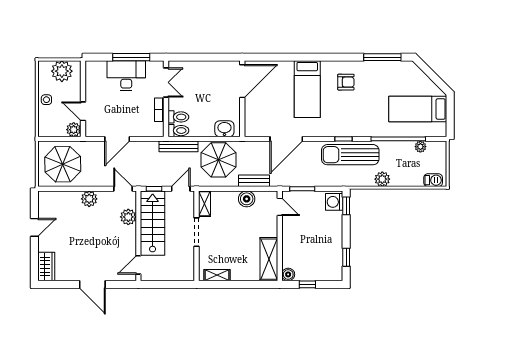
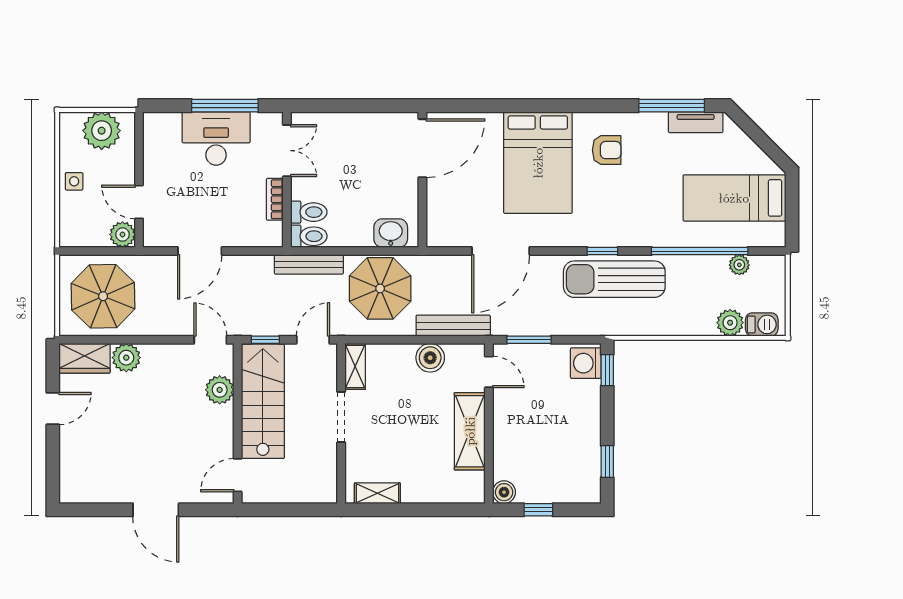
tv unit: (396, 66) -> (696, 122), added
bed: (307, 89) -> (538, 163), width x1.50
plant: (382, 179) -> (730, 323), moved
bench: (254, 181) -> (453, 326), width x1.36
plant: (89, 199) -> (126, 358), moved
shelving: (269, 259) -> (470, 431), moved
wardrobe: (46, 267) -> (85, 358), moved, turned 90

